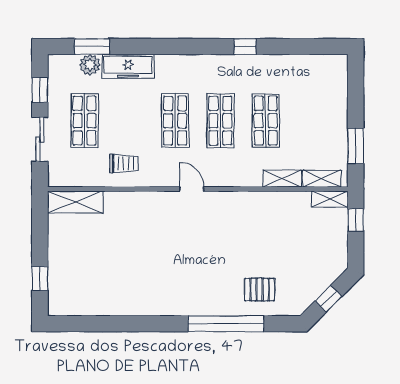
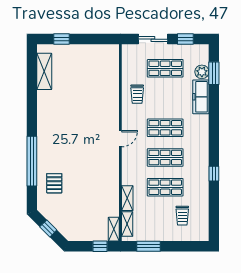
trolley: (309, 95) -> (182, 216), added
shelving: (75, 202) -> (44, 71), moved

